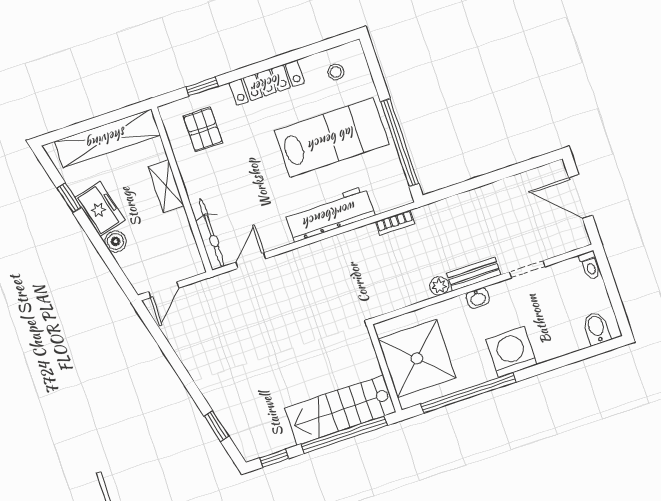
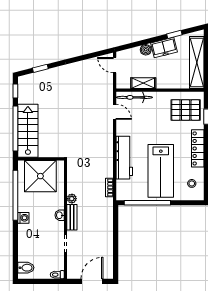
pallet: (203, 129) -> (186, 110), width x1.50, depth x1.42
shelving: (166, 186) -> (143, 83), moved
washing machine: (511, 352) -> (23, 218), width x0.53, depth x0.53

